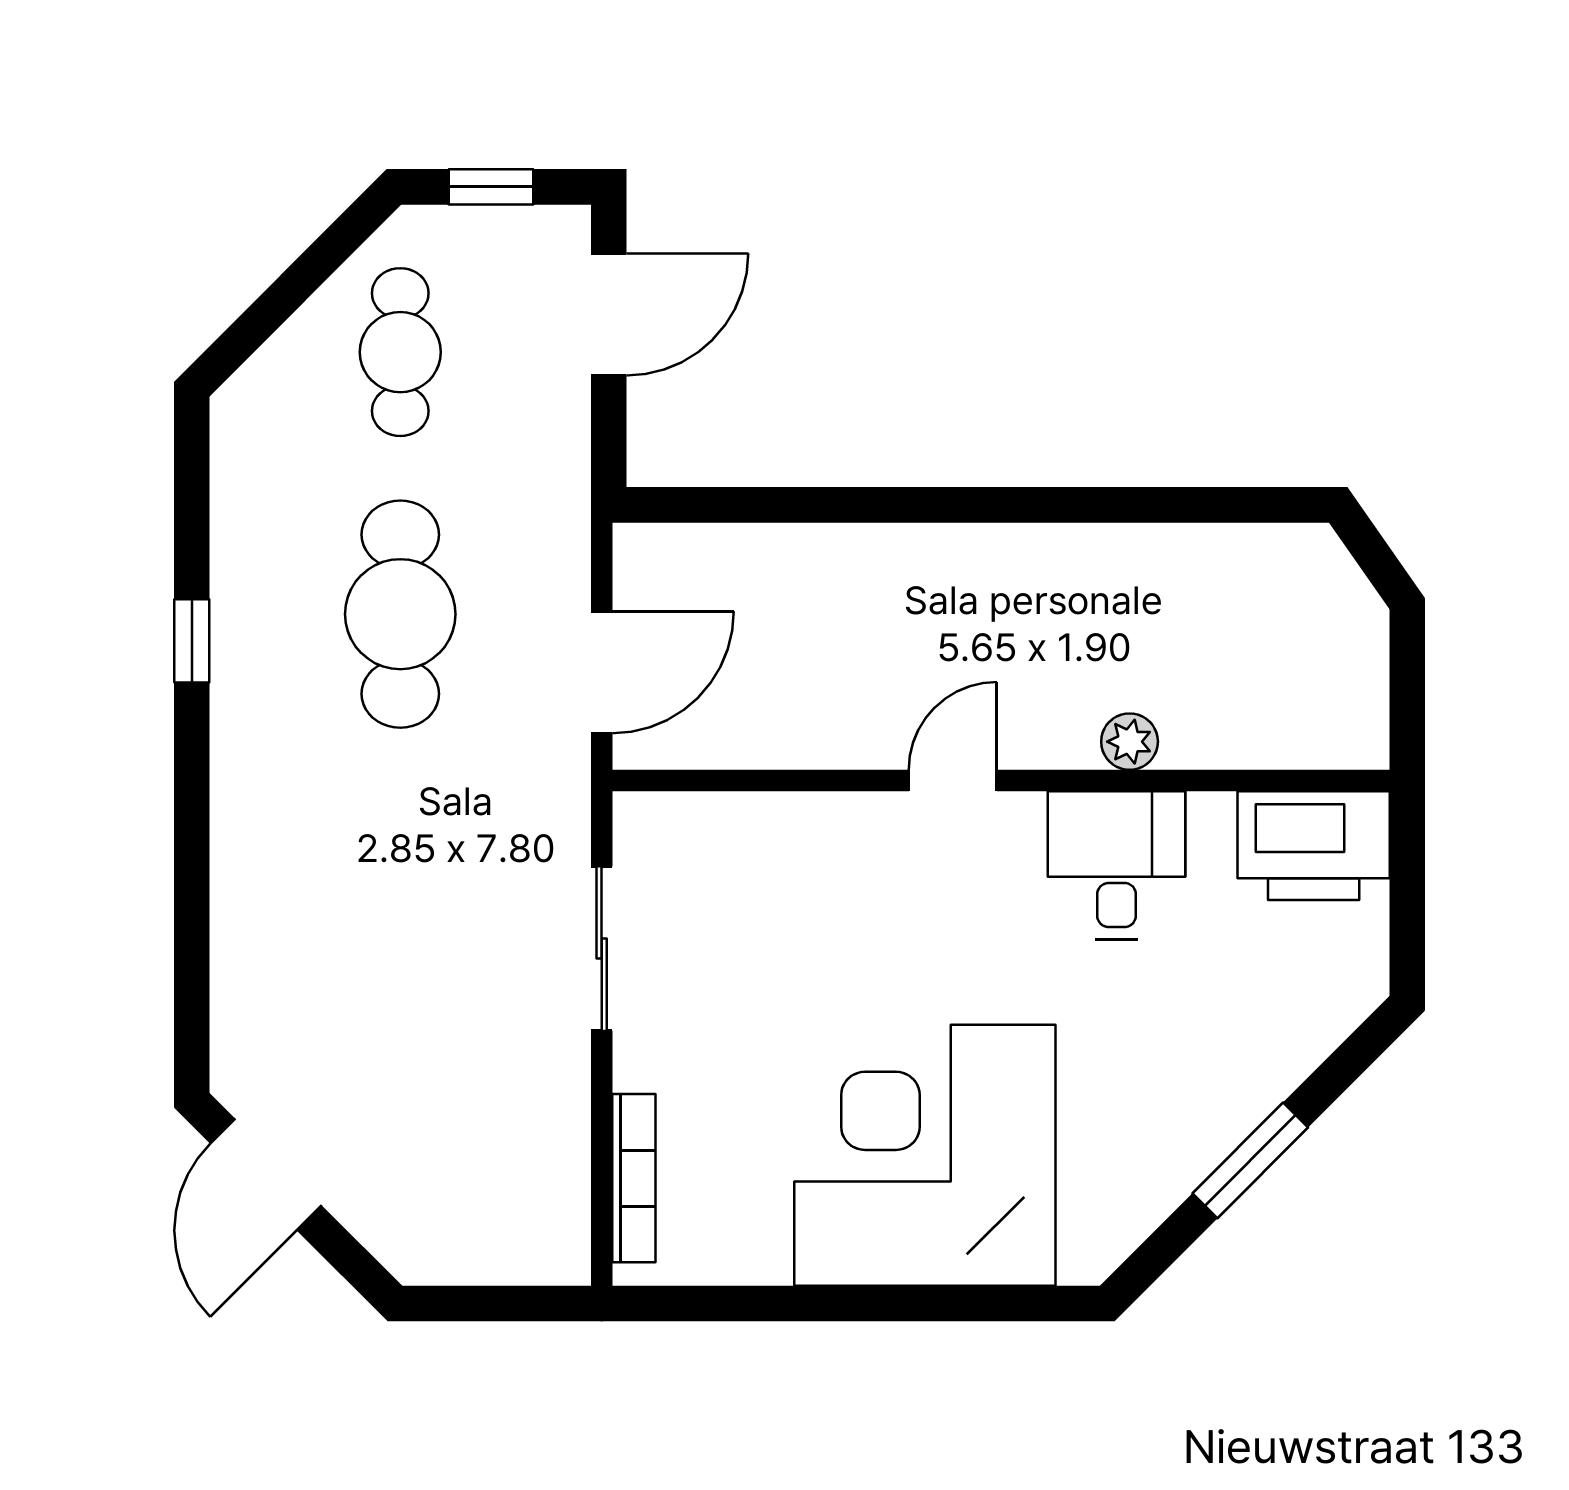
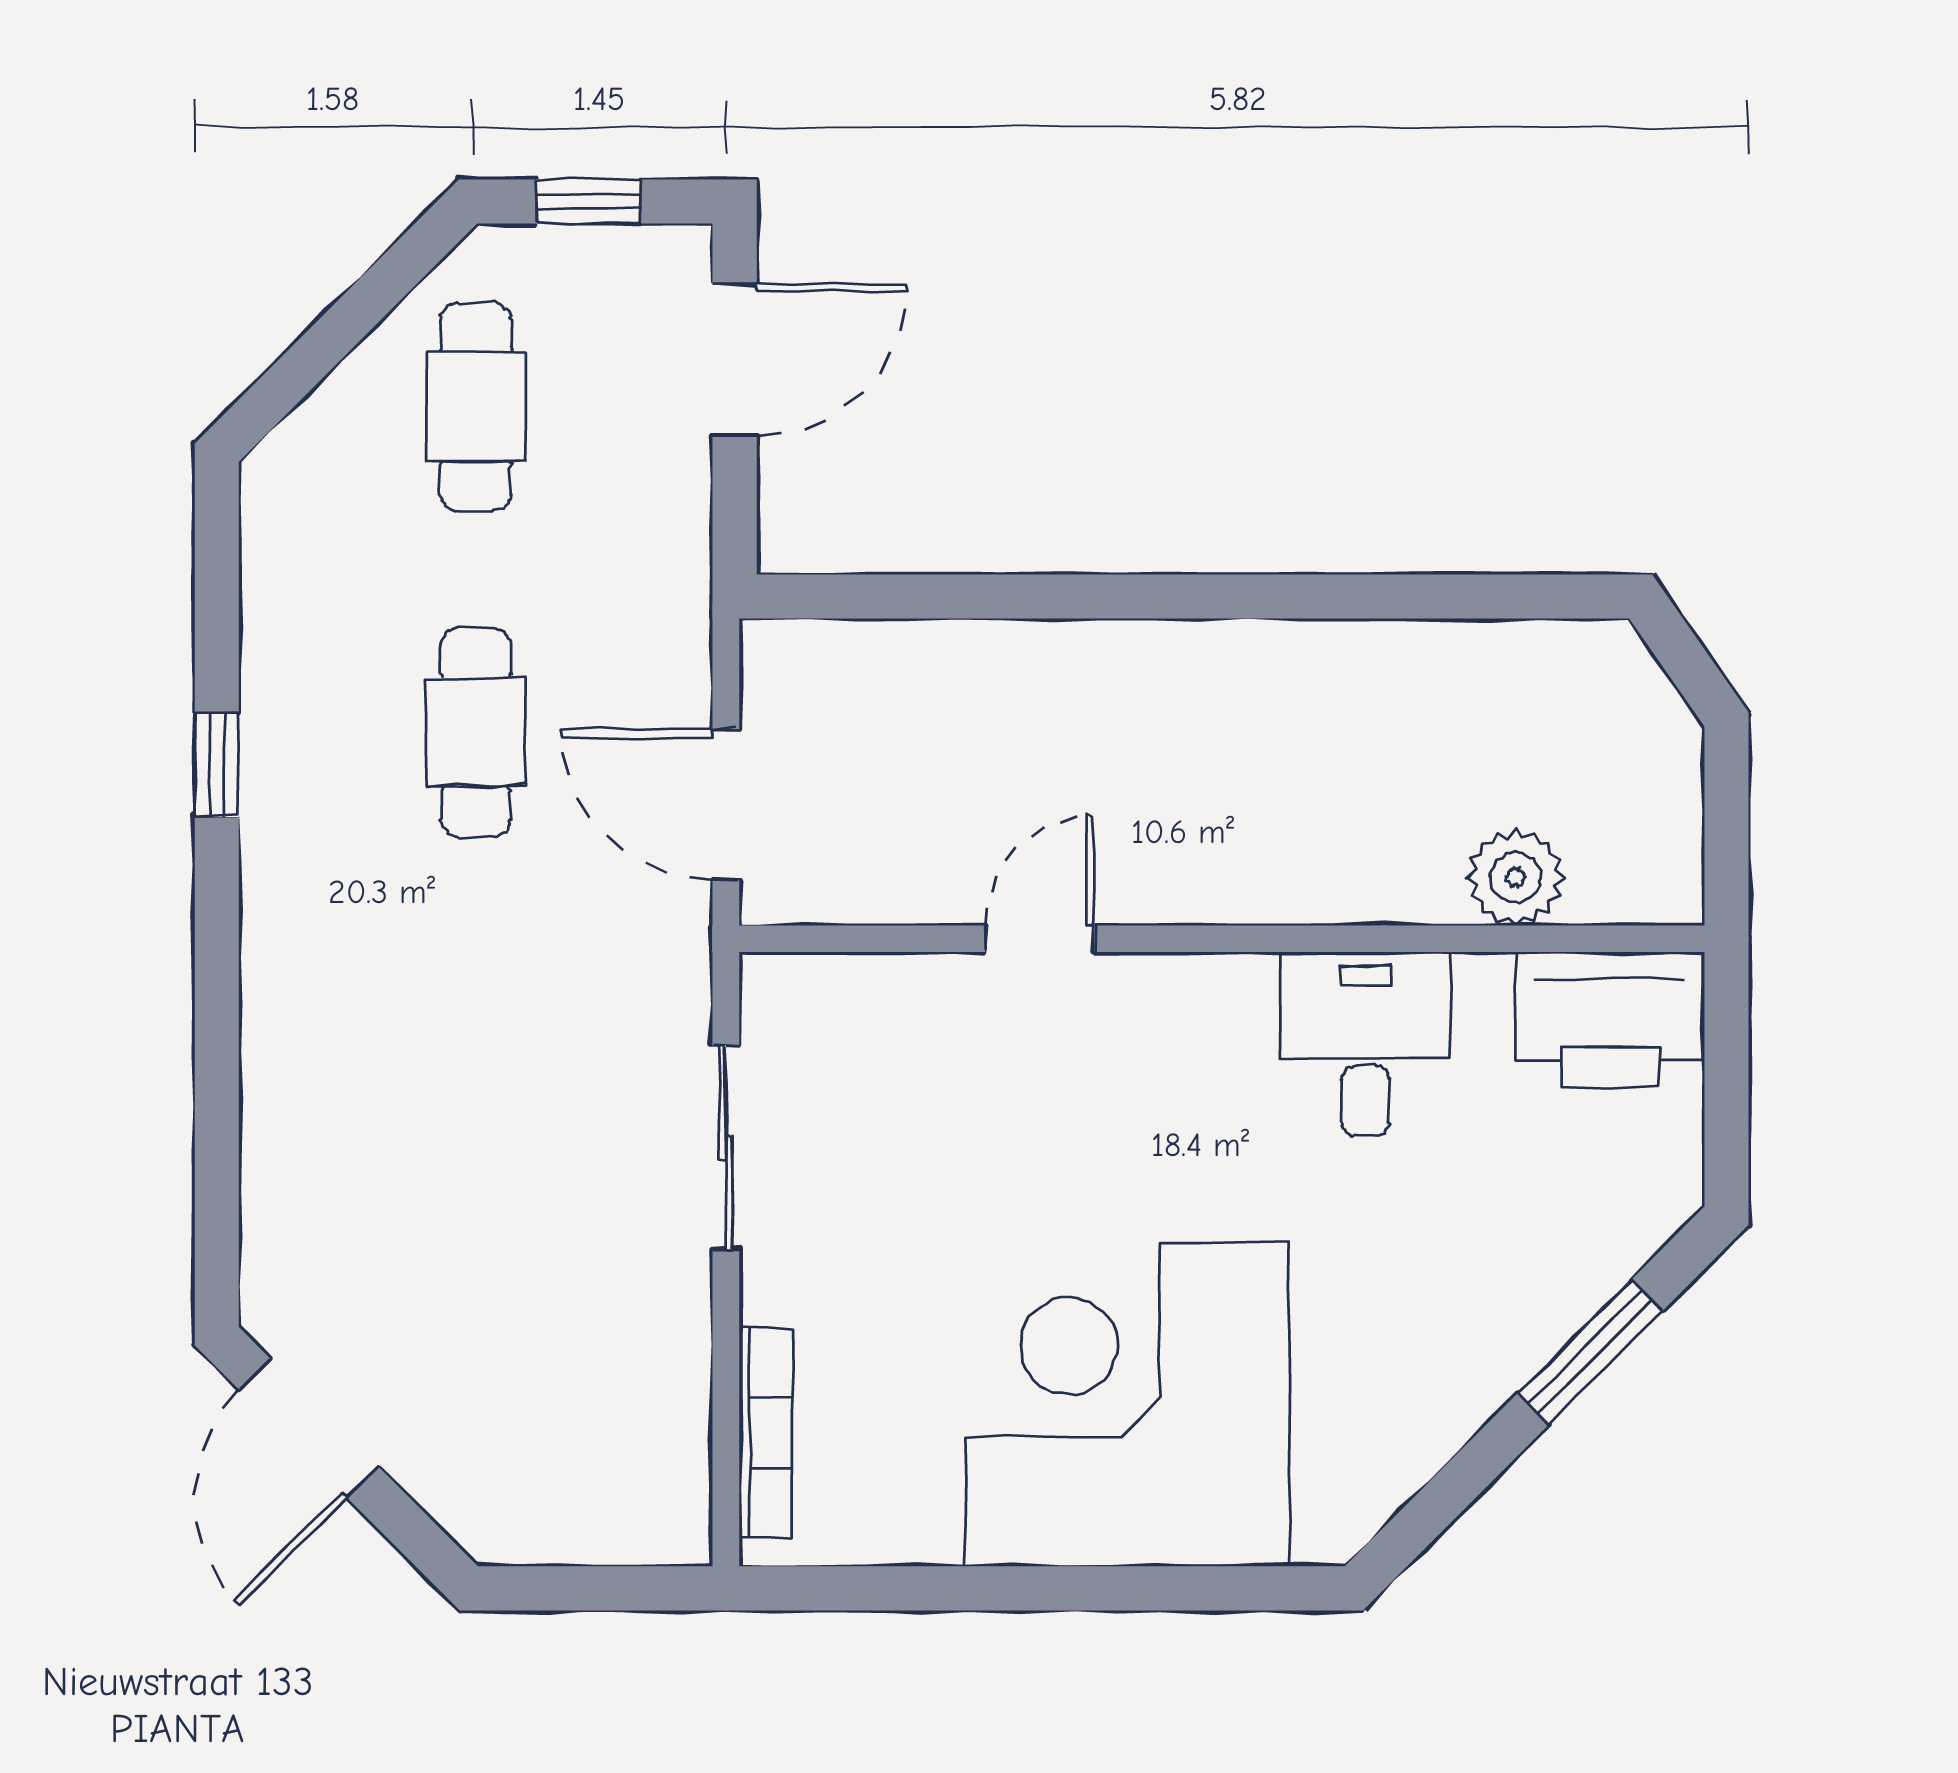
cafe table: (400, 614) -> (476, 732), width x0.73, depth x0.74
door: (602, 672) -> (726, 804), swing flipped
plant: (1130, 742) -> (1516, 877), moved, width x1.38, depth x1.38
door: (953, 781) -> (1040, 939), moved
window: (1250, 1160) -> (1590, 1352), moved

